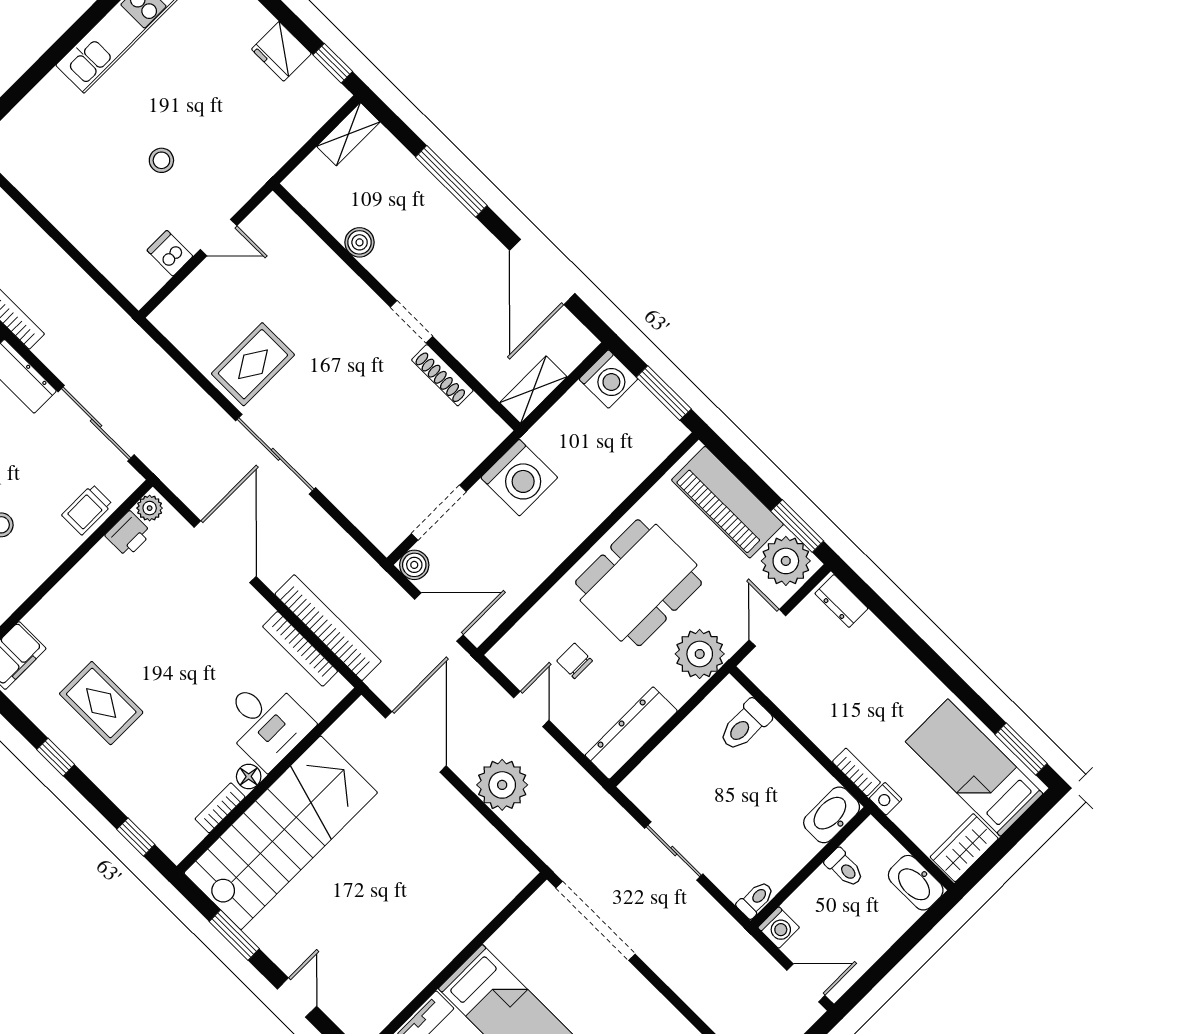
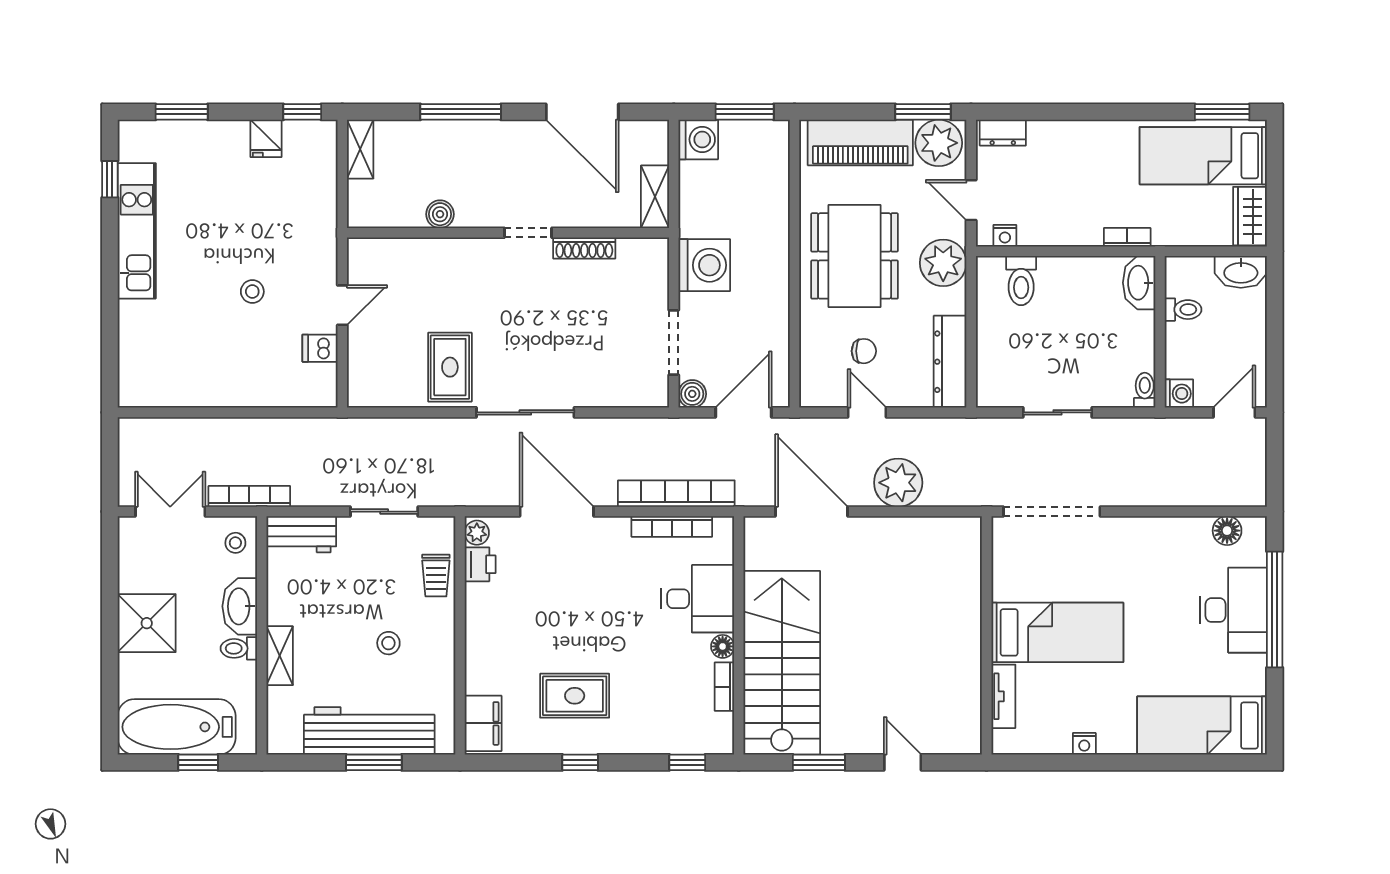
fridge: (281, 51) -> (266, 138), width x0.72
sliding door: (96, 423) -> (384, 512), width x0.73
chair: (575, 661) -> (864, 351), turned 180
nightstand: (886, 799) -> (1005, 236), moved

